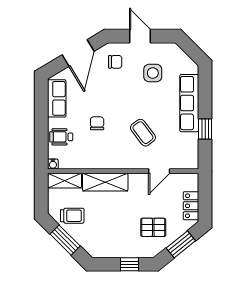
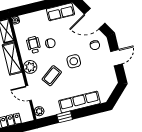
side table: (153, 73) -> (74, 61), moved
wheelchair: (61, 137) -> (34, 45), moved
plant: (123, 160) -> (30, 67), added
plant: (188, 162) -> (39, 111), added

